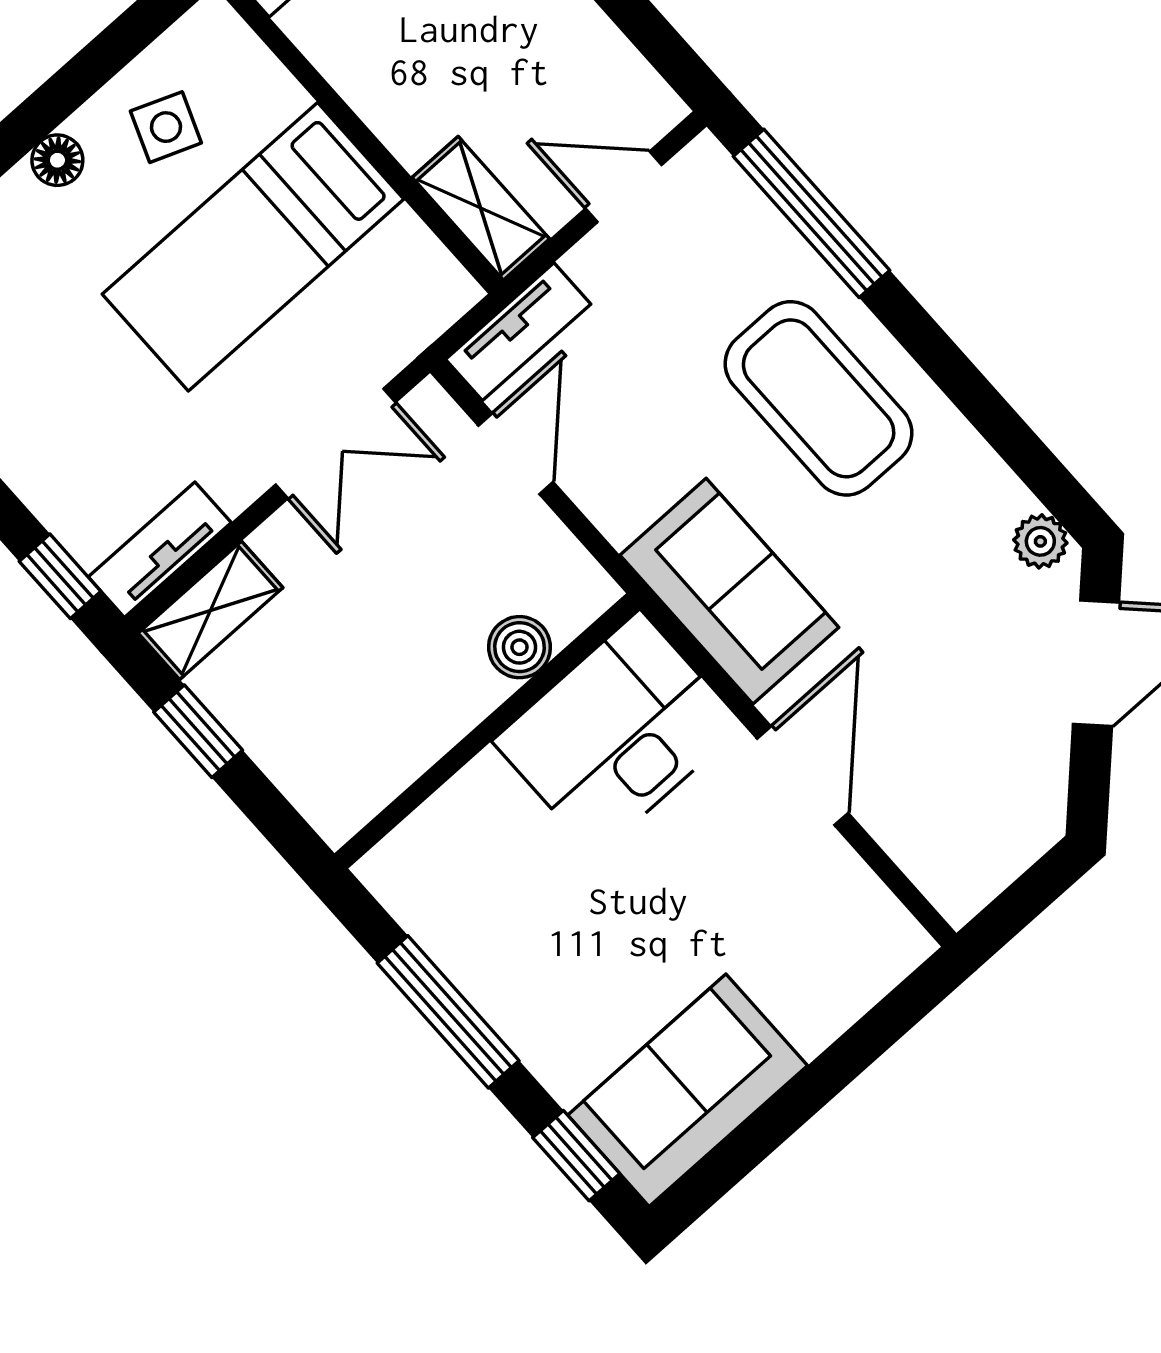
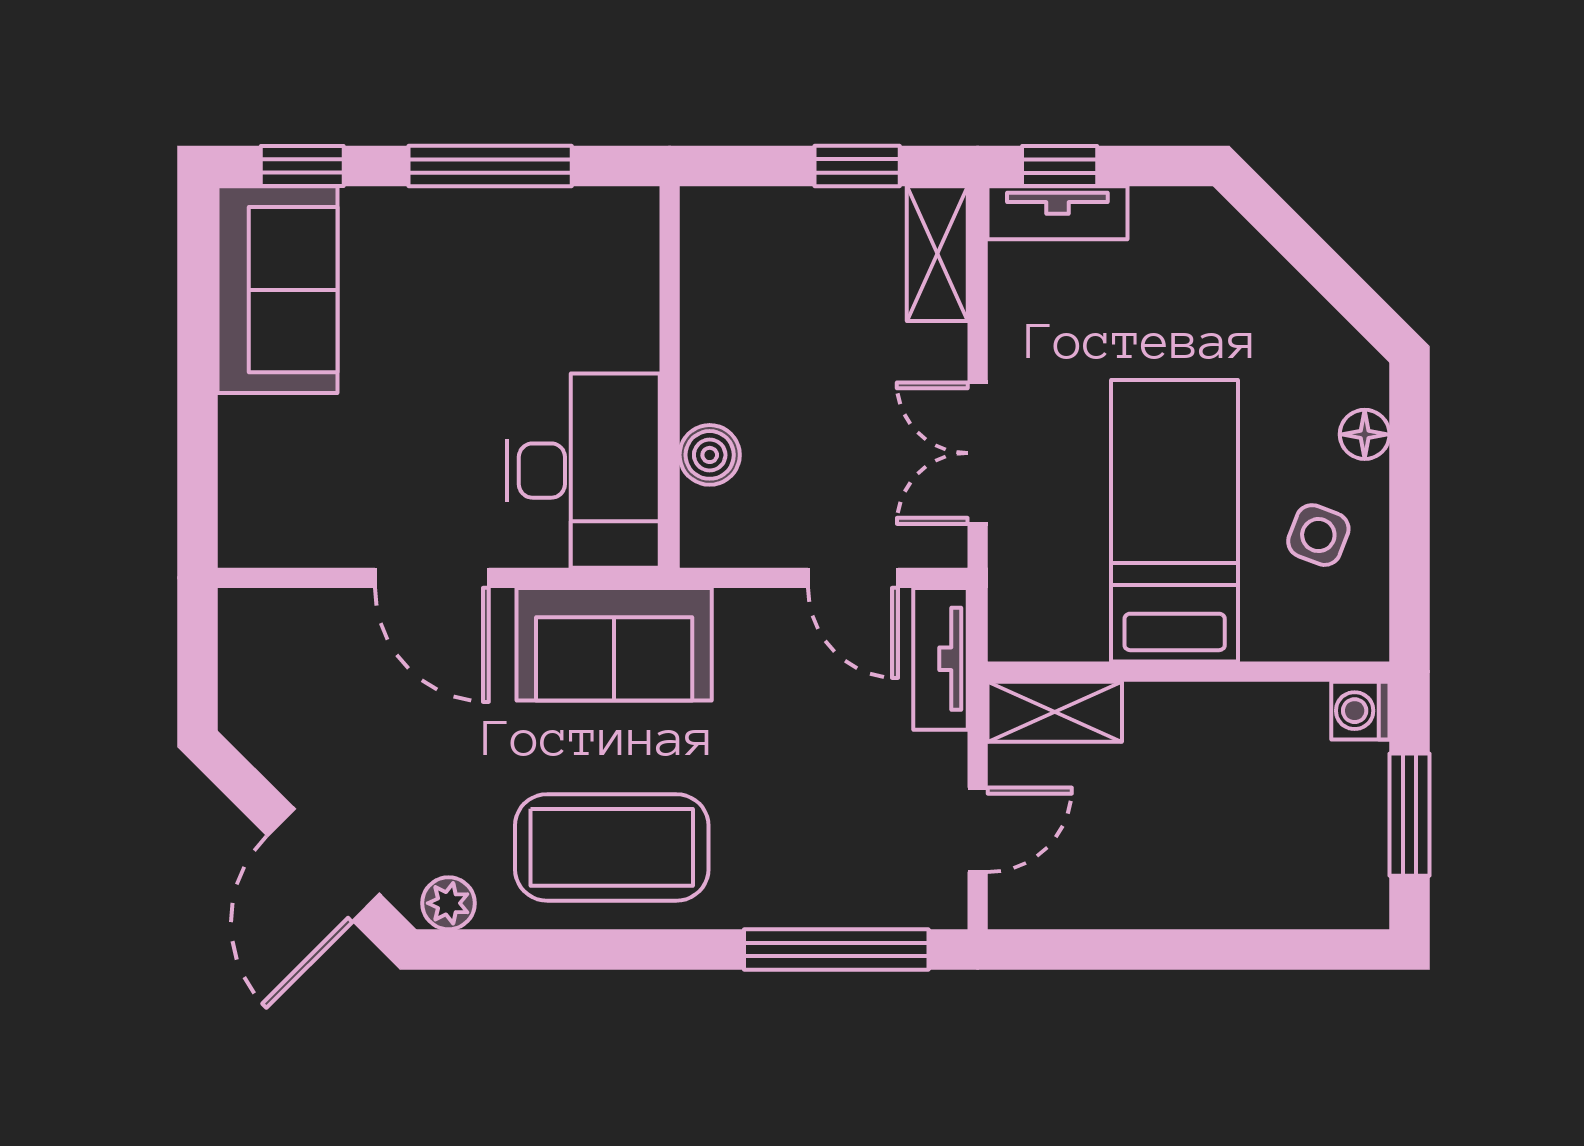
coffee table: (819, 398) -> (612, 847), moved
tv unit: (160, 550) -> (1057, 213), moved, turned 90

